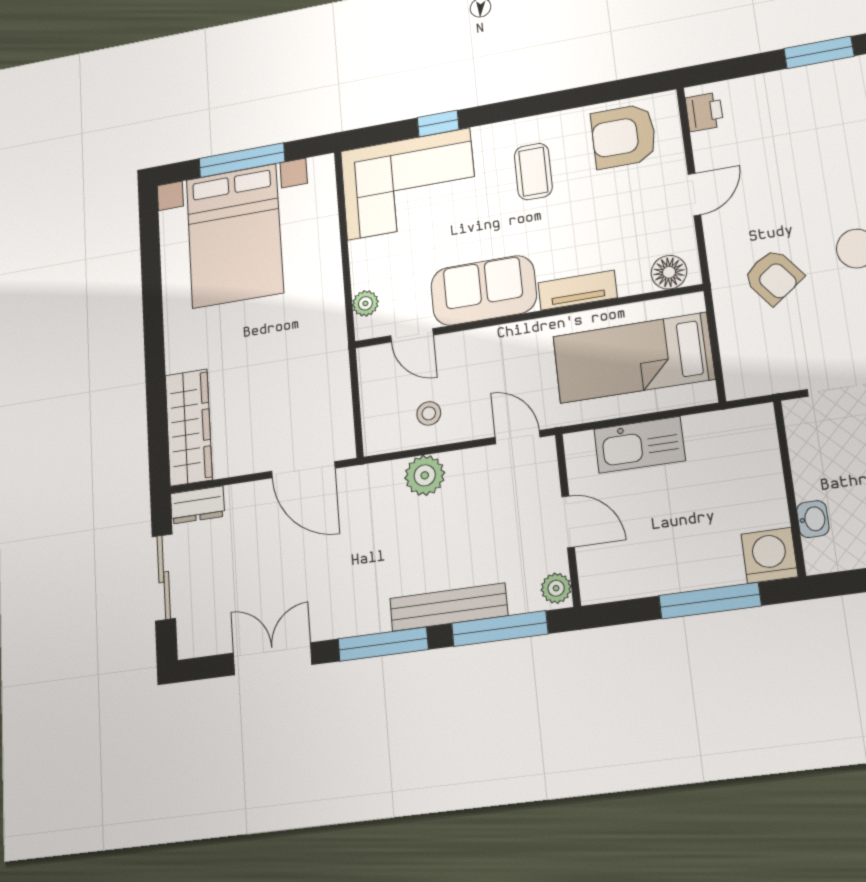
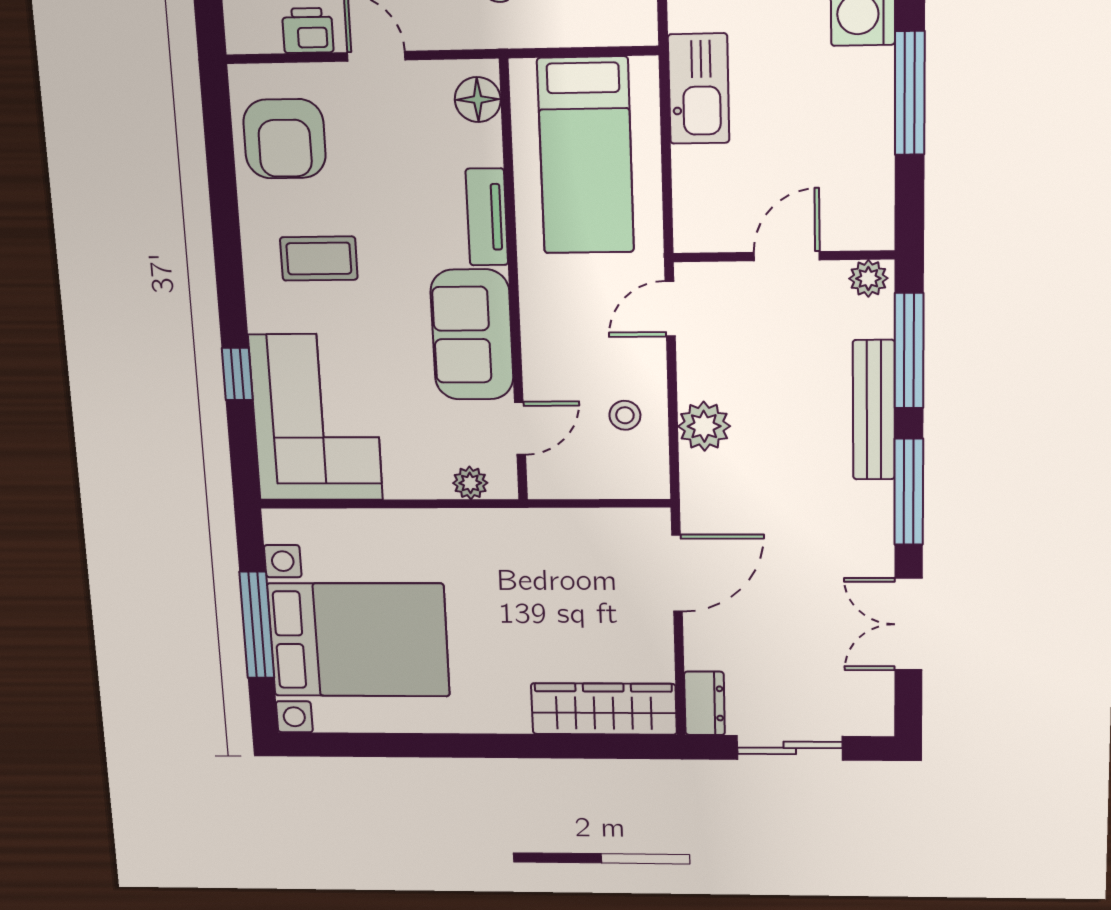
printer: (704, 112) -> (308, 30), moved
kitchen sink: (640, 445) -> (699, 89), moved

